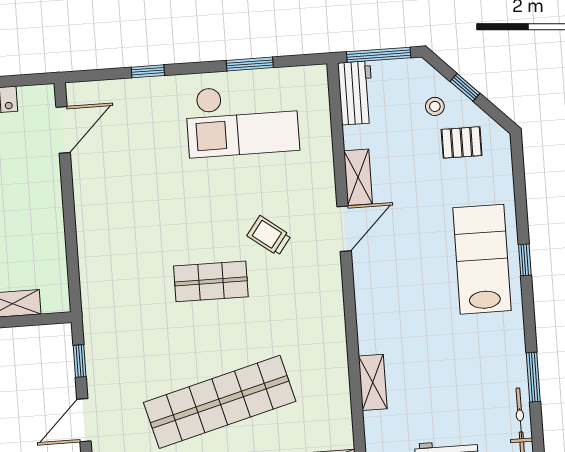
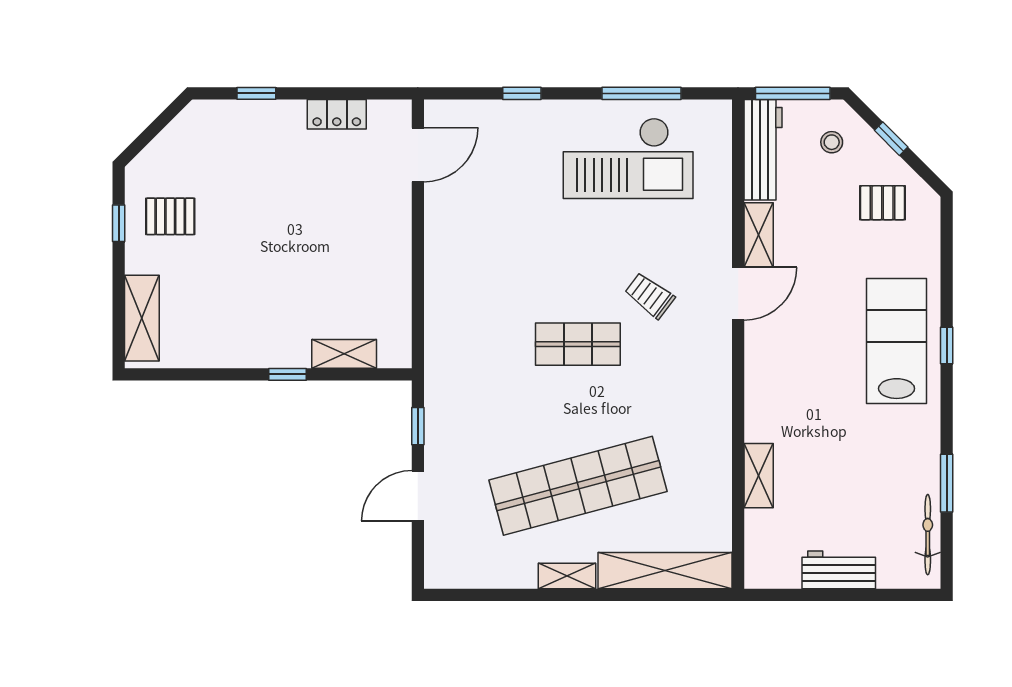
window: (250, 64) -> (641, 93), width x1.44
workbench: (356, 93) -> (763, 150), width x1.38
stool: (435, 106) -> (832, 142), moved

